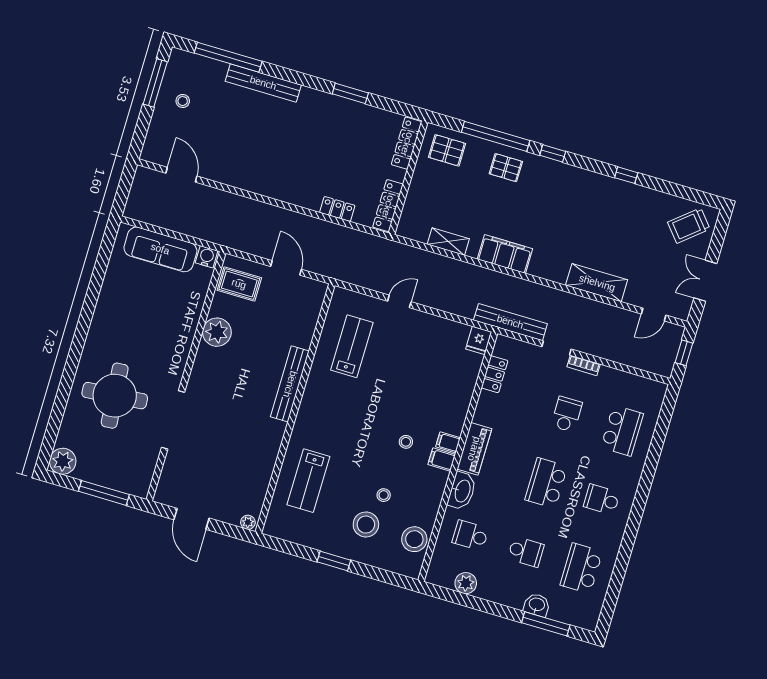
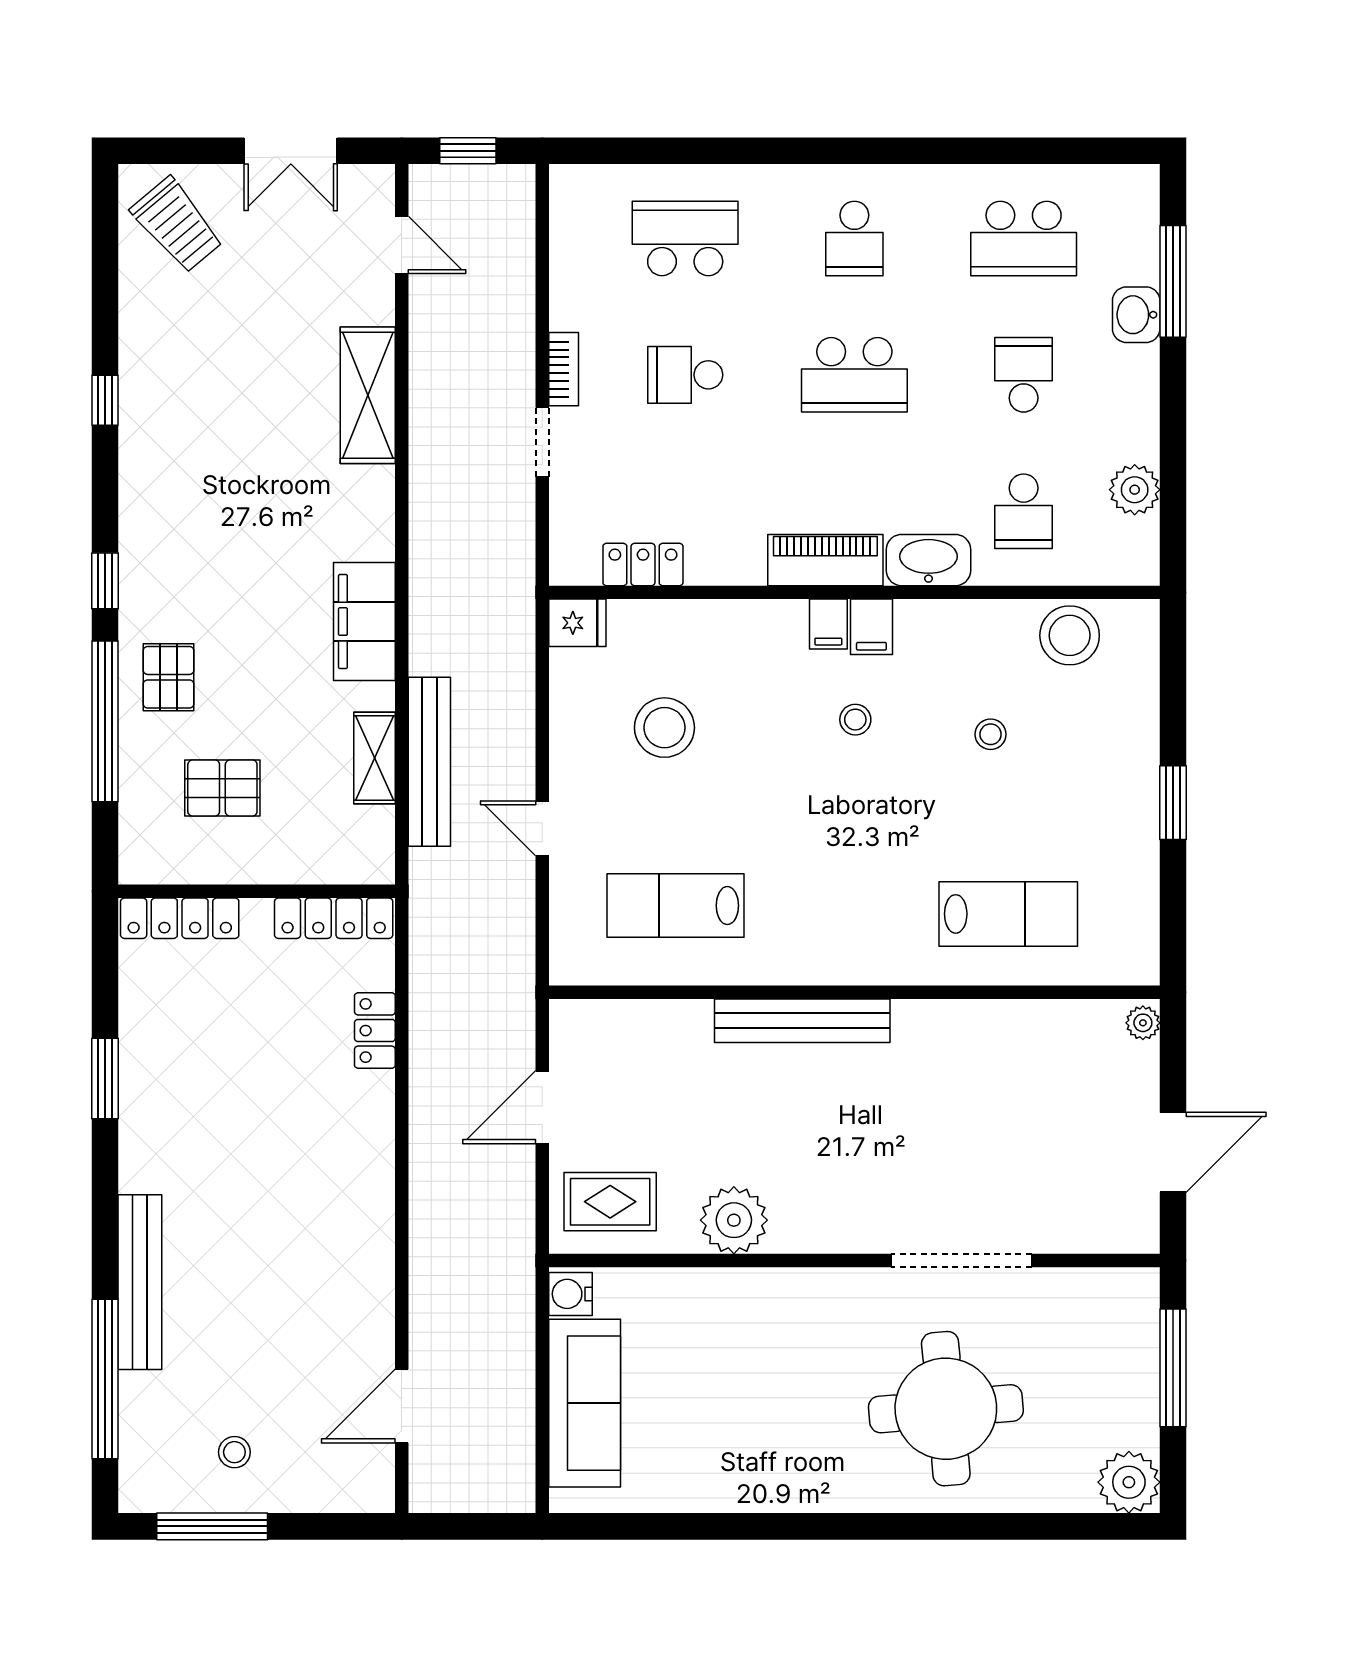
pallet: (447, 150) -> (222, 788), moved, turned 90
rug: (239, 284) -> (610, 1202), turned 90
bench: (510, 322) -> (429, 762), moved
stool: (366, 525) -> (664, 728), moved

